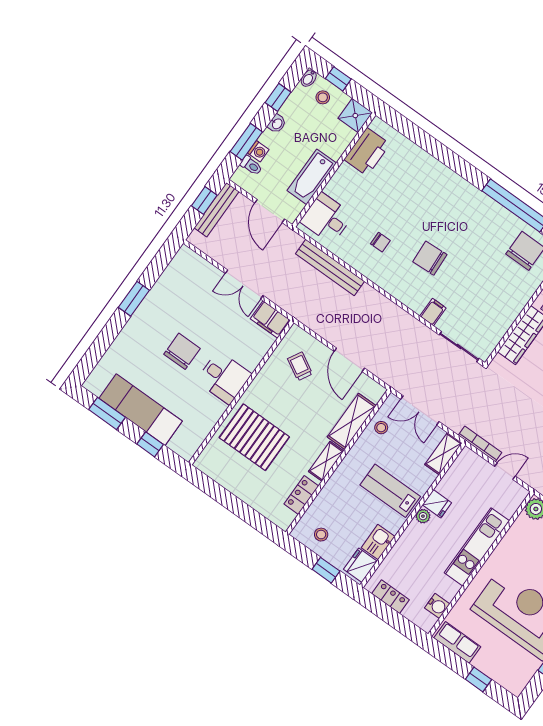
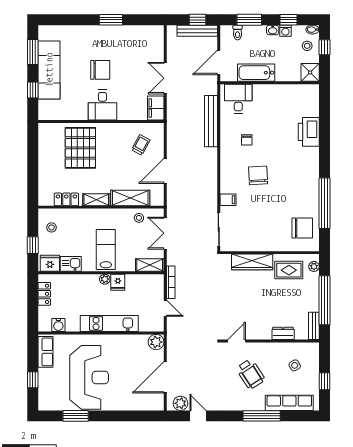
washing machine: (258, 151) -> (285, 31), moved
printer: (367, 152) -> (309, 132), moved, turned 90

